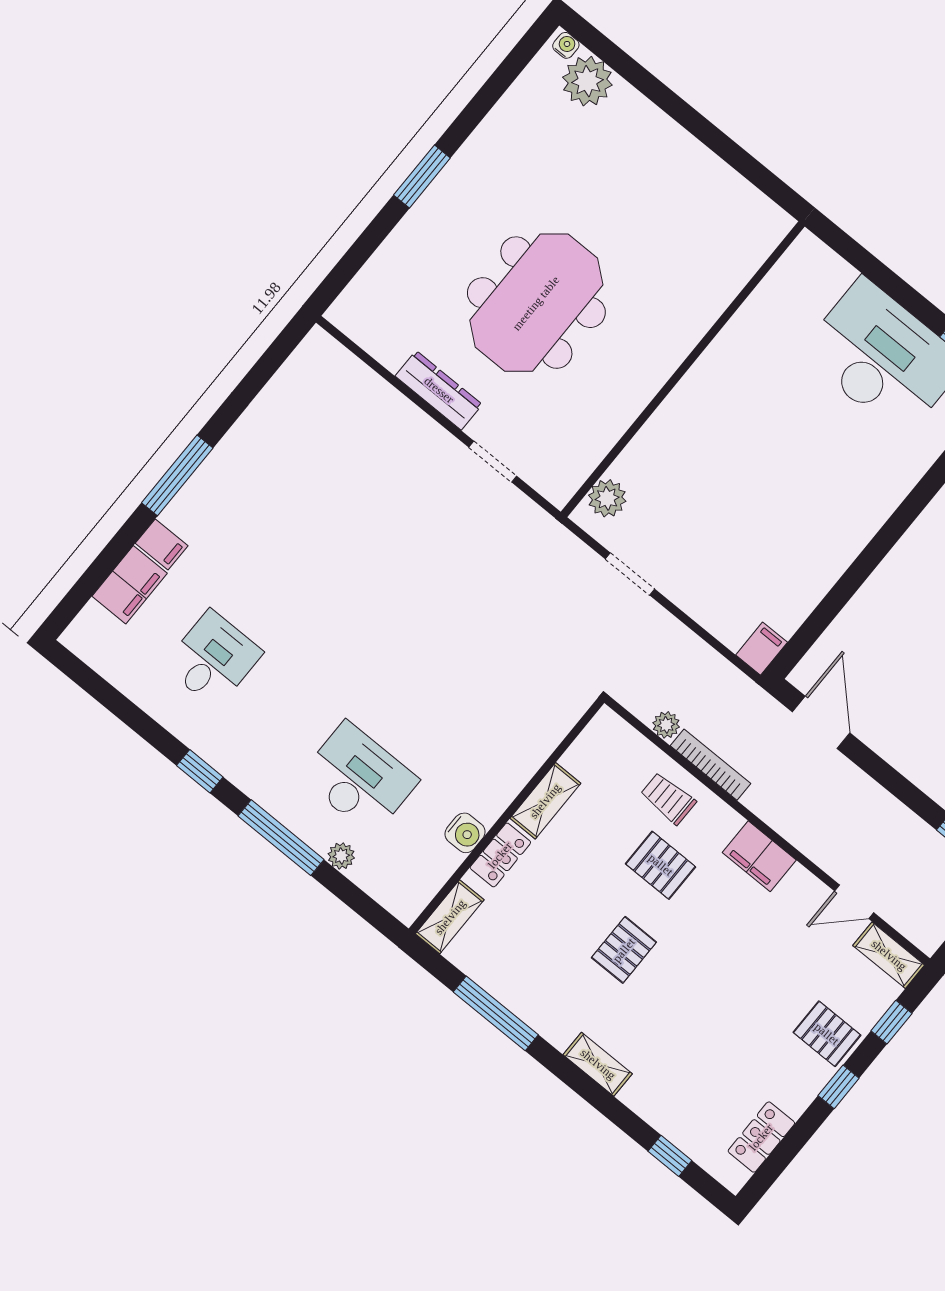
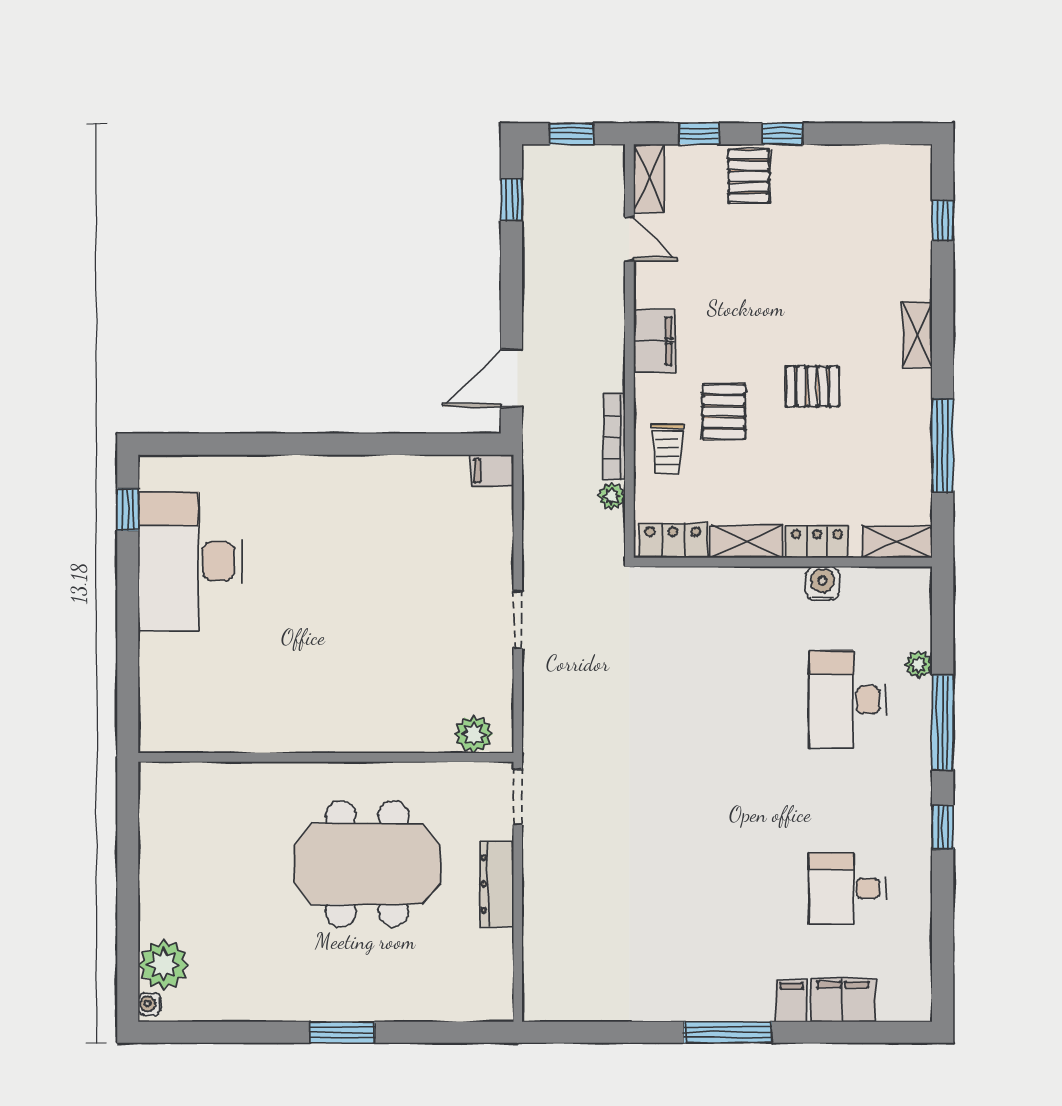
wall: (683, 369) -> (326, 757), moved
plant: (607, 498) -> (474, 734), moved
locker: (761, 1137) -> (673, 540), moved, turned 180

